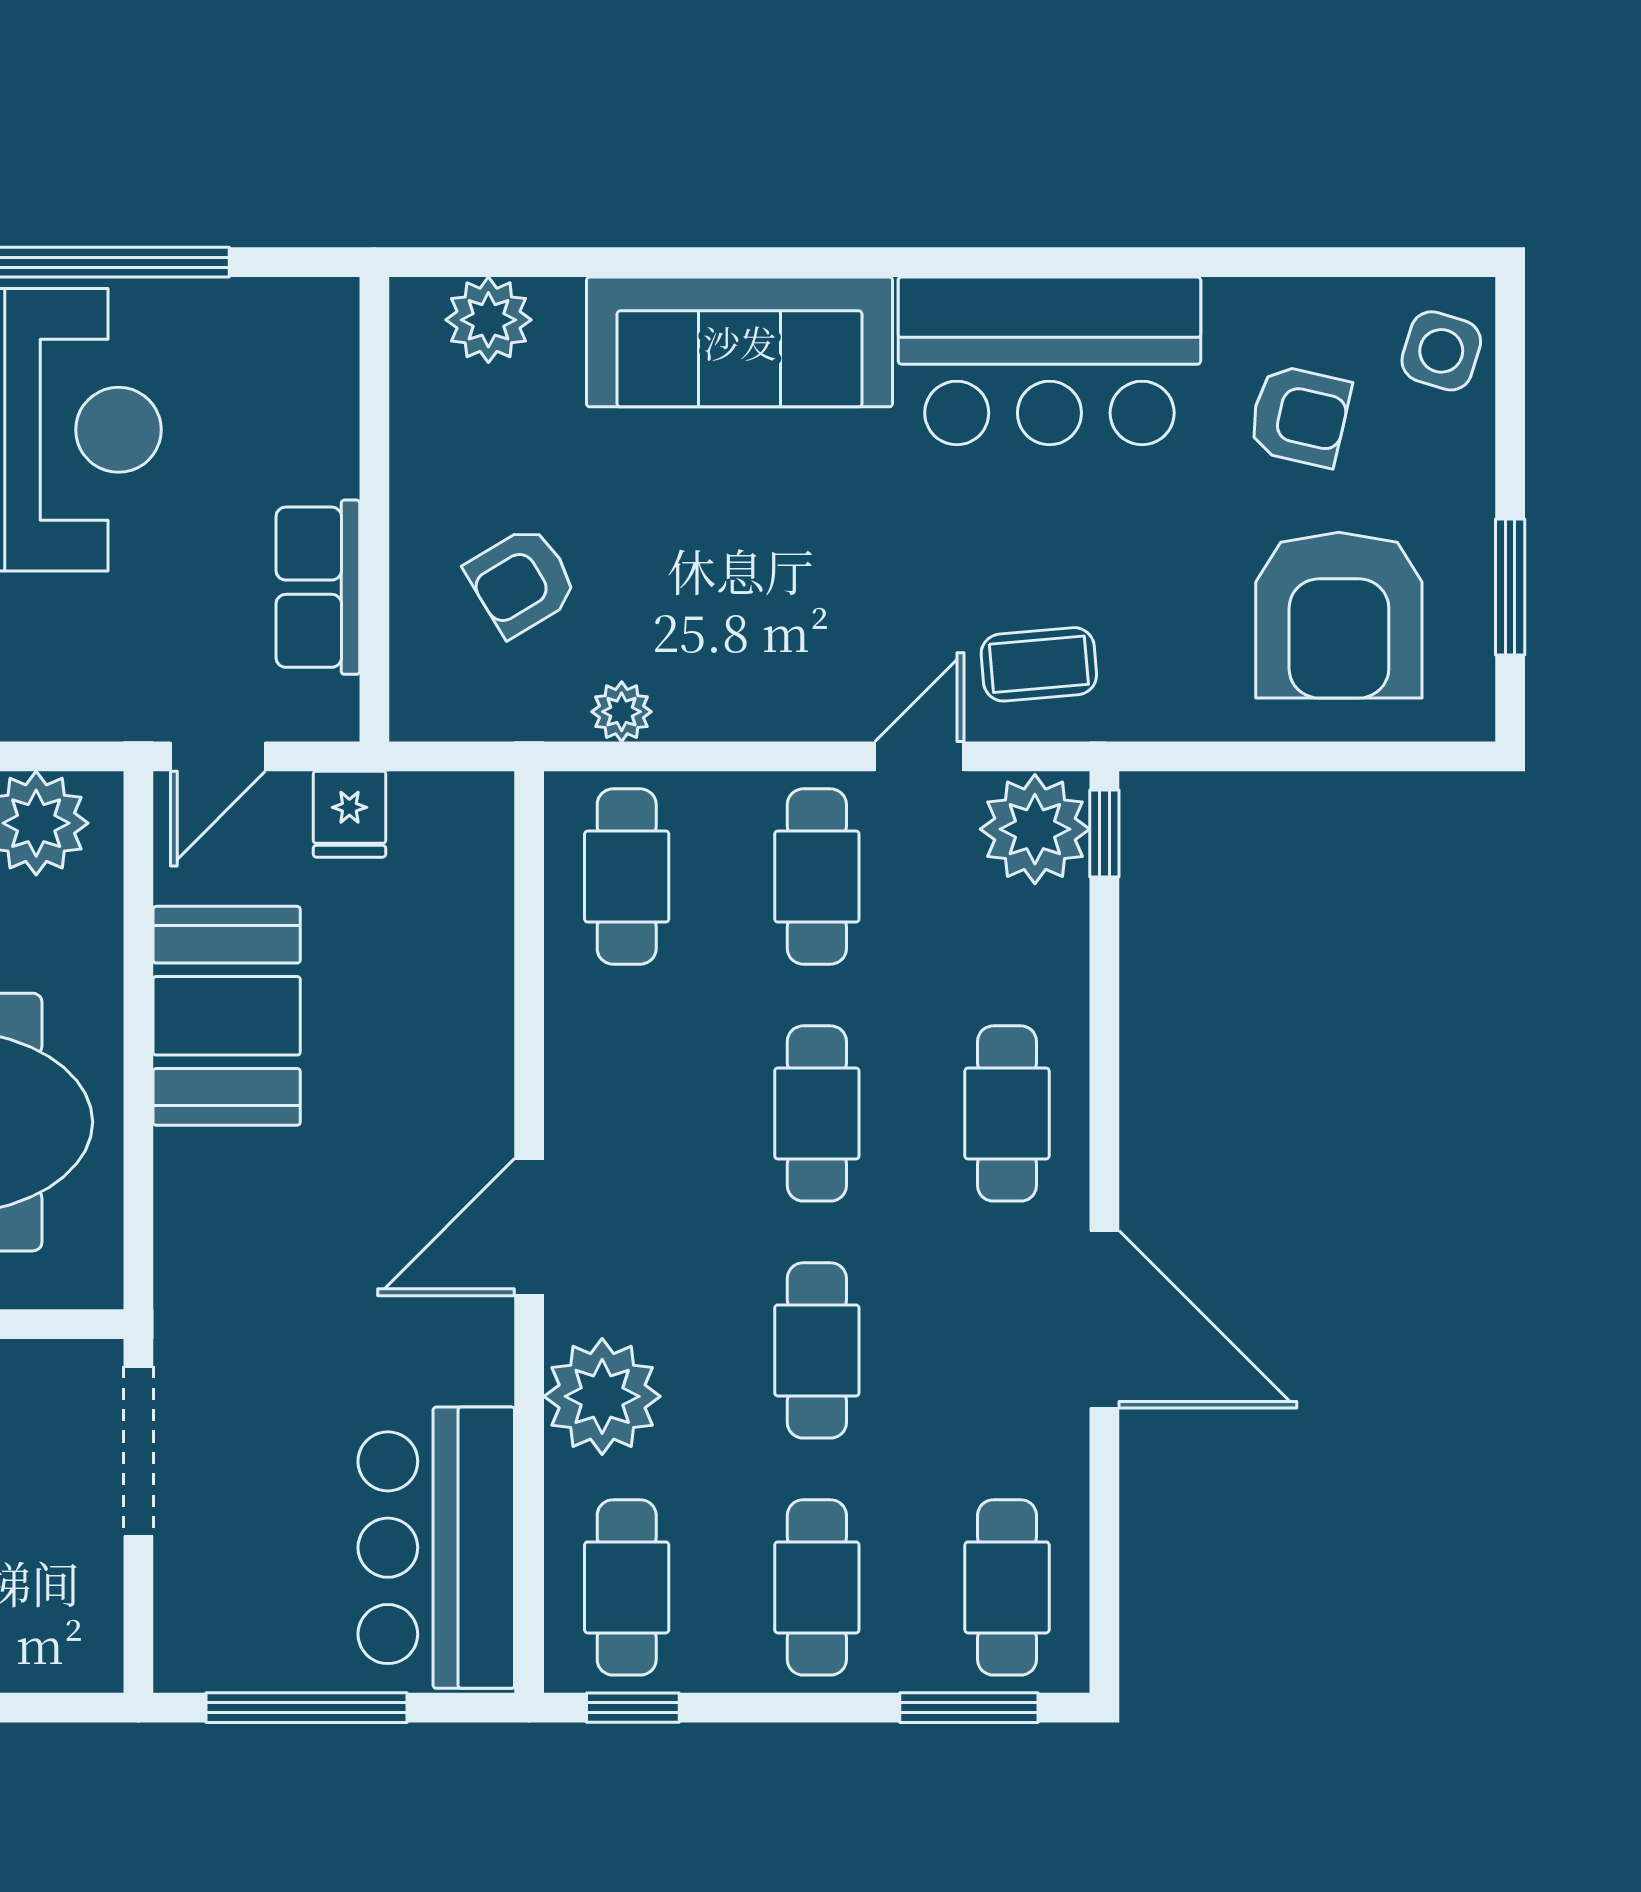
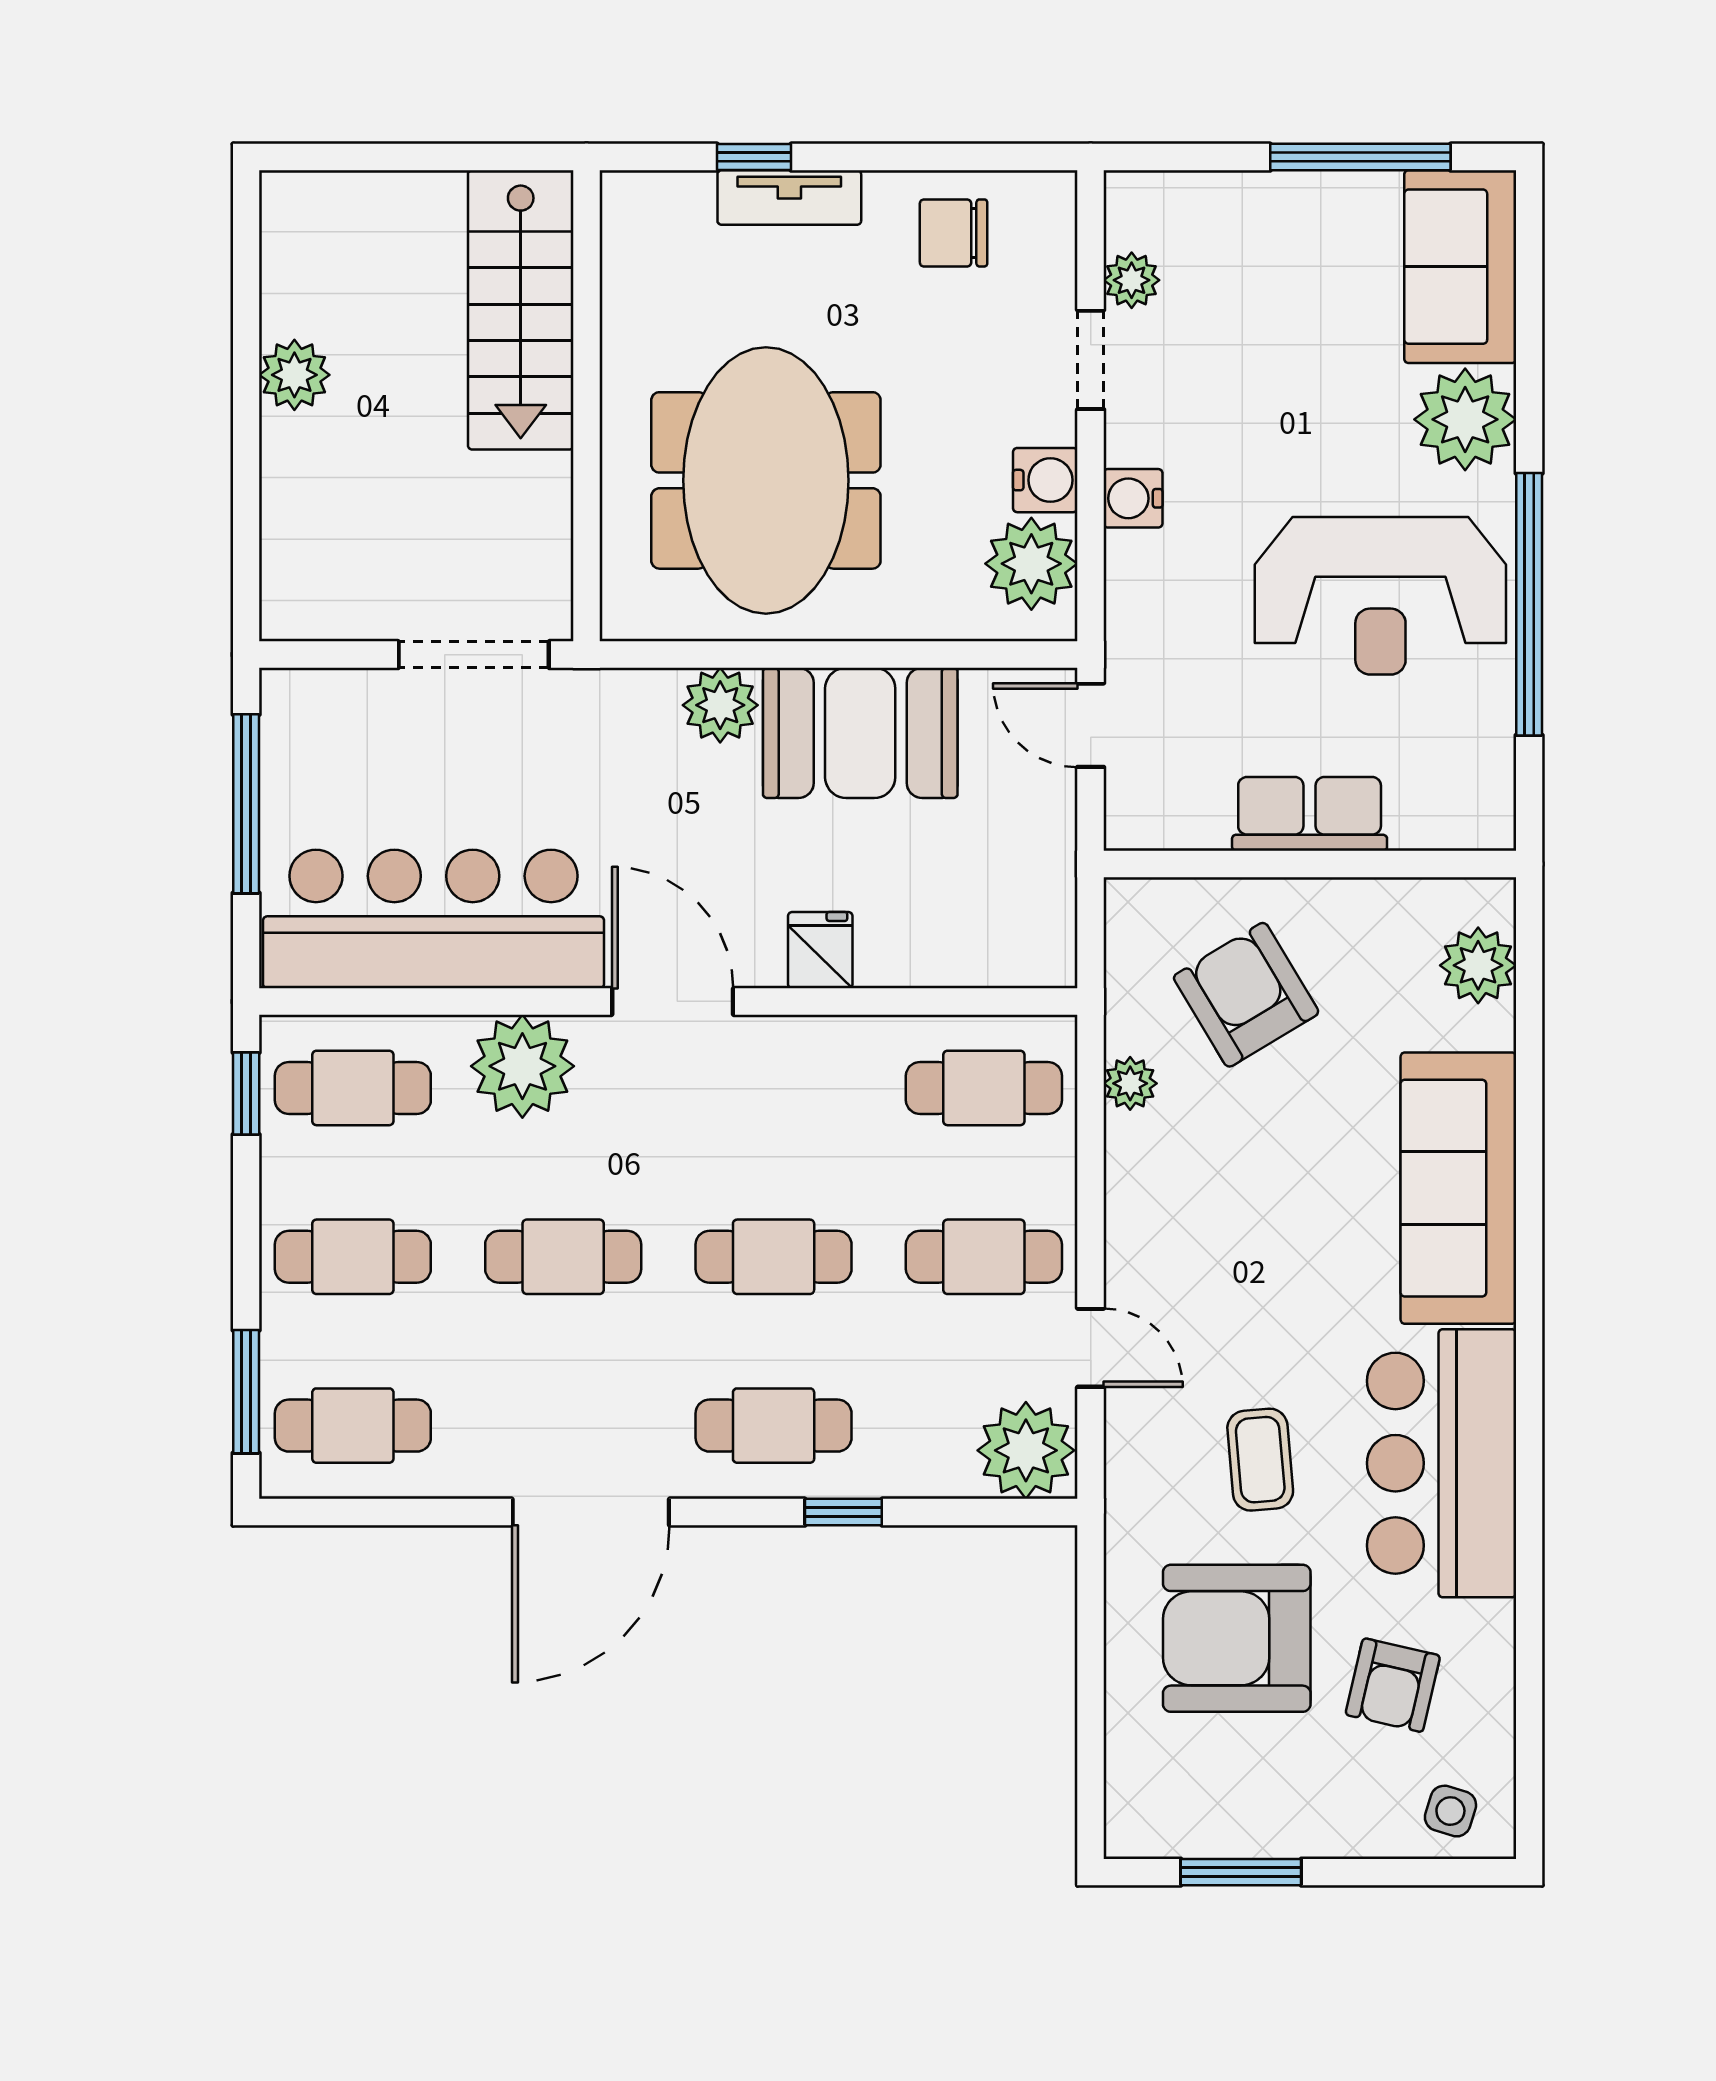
side table: (1441, 351) -> (1450, 1811), width x0.73, depth x0.73
armchair: (522, 581) -> (1246, 995), width x1.38, depth x1.38
row of seats: (318, 587) -> (1310, 814), moved
armchair: (1339, 615) -> (1237, 1638), moved
coffee table: (1039, 664) -> (1260, 1460), moved
fridge: (349, 814) -> (820, 950), moved, turned 90
window: (1104, 834) -> (843, 1512), moved
plant: (195, 1174) -> (720, 705), added
bar counter: (436, 1548) -> (434, 919), width x1.36

